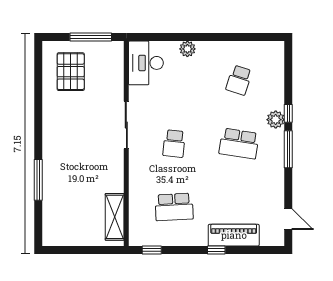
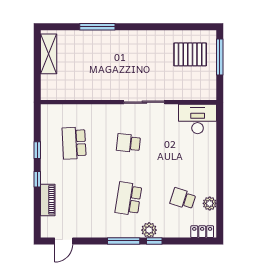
window: (91, 37) -> (220, 57), moved
plant: (187, 49) -> (210, 203), moved
locker: (277, 58) -> (202, 232), added
shelving: (115, 217) -> (49, 54), moved, turned 90
piano: (234, 235) -> (48, 200), width x0.73, depth x0.75
window: (152, 250) -> (37, 150), moved

